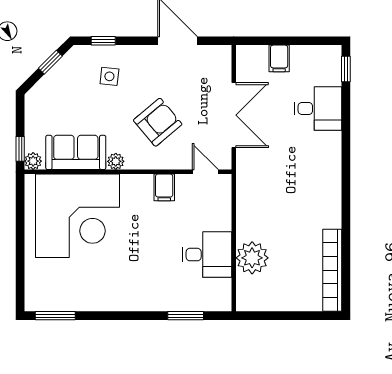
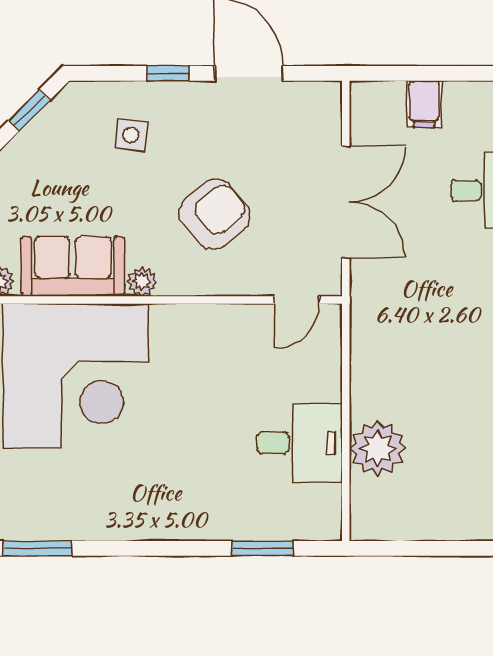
window: (103, 41) -> (168, 73), moved
door: (205, 172) -> (297, 300), swing flipped
filing cabinet: (164, 187) -> (226, 327), removed

